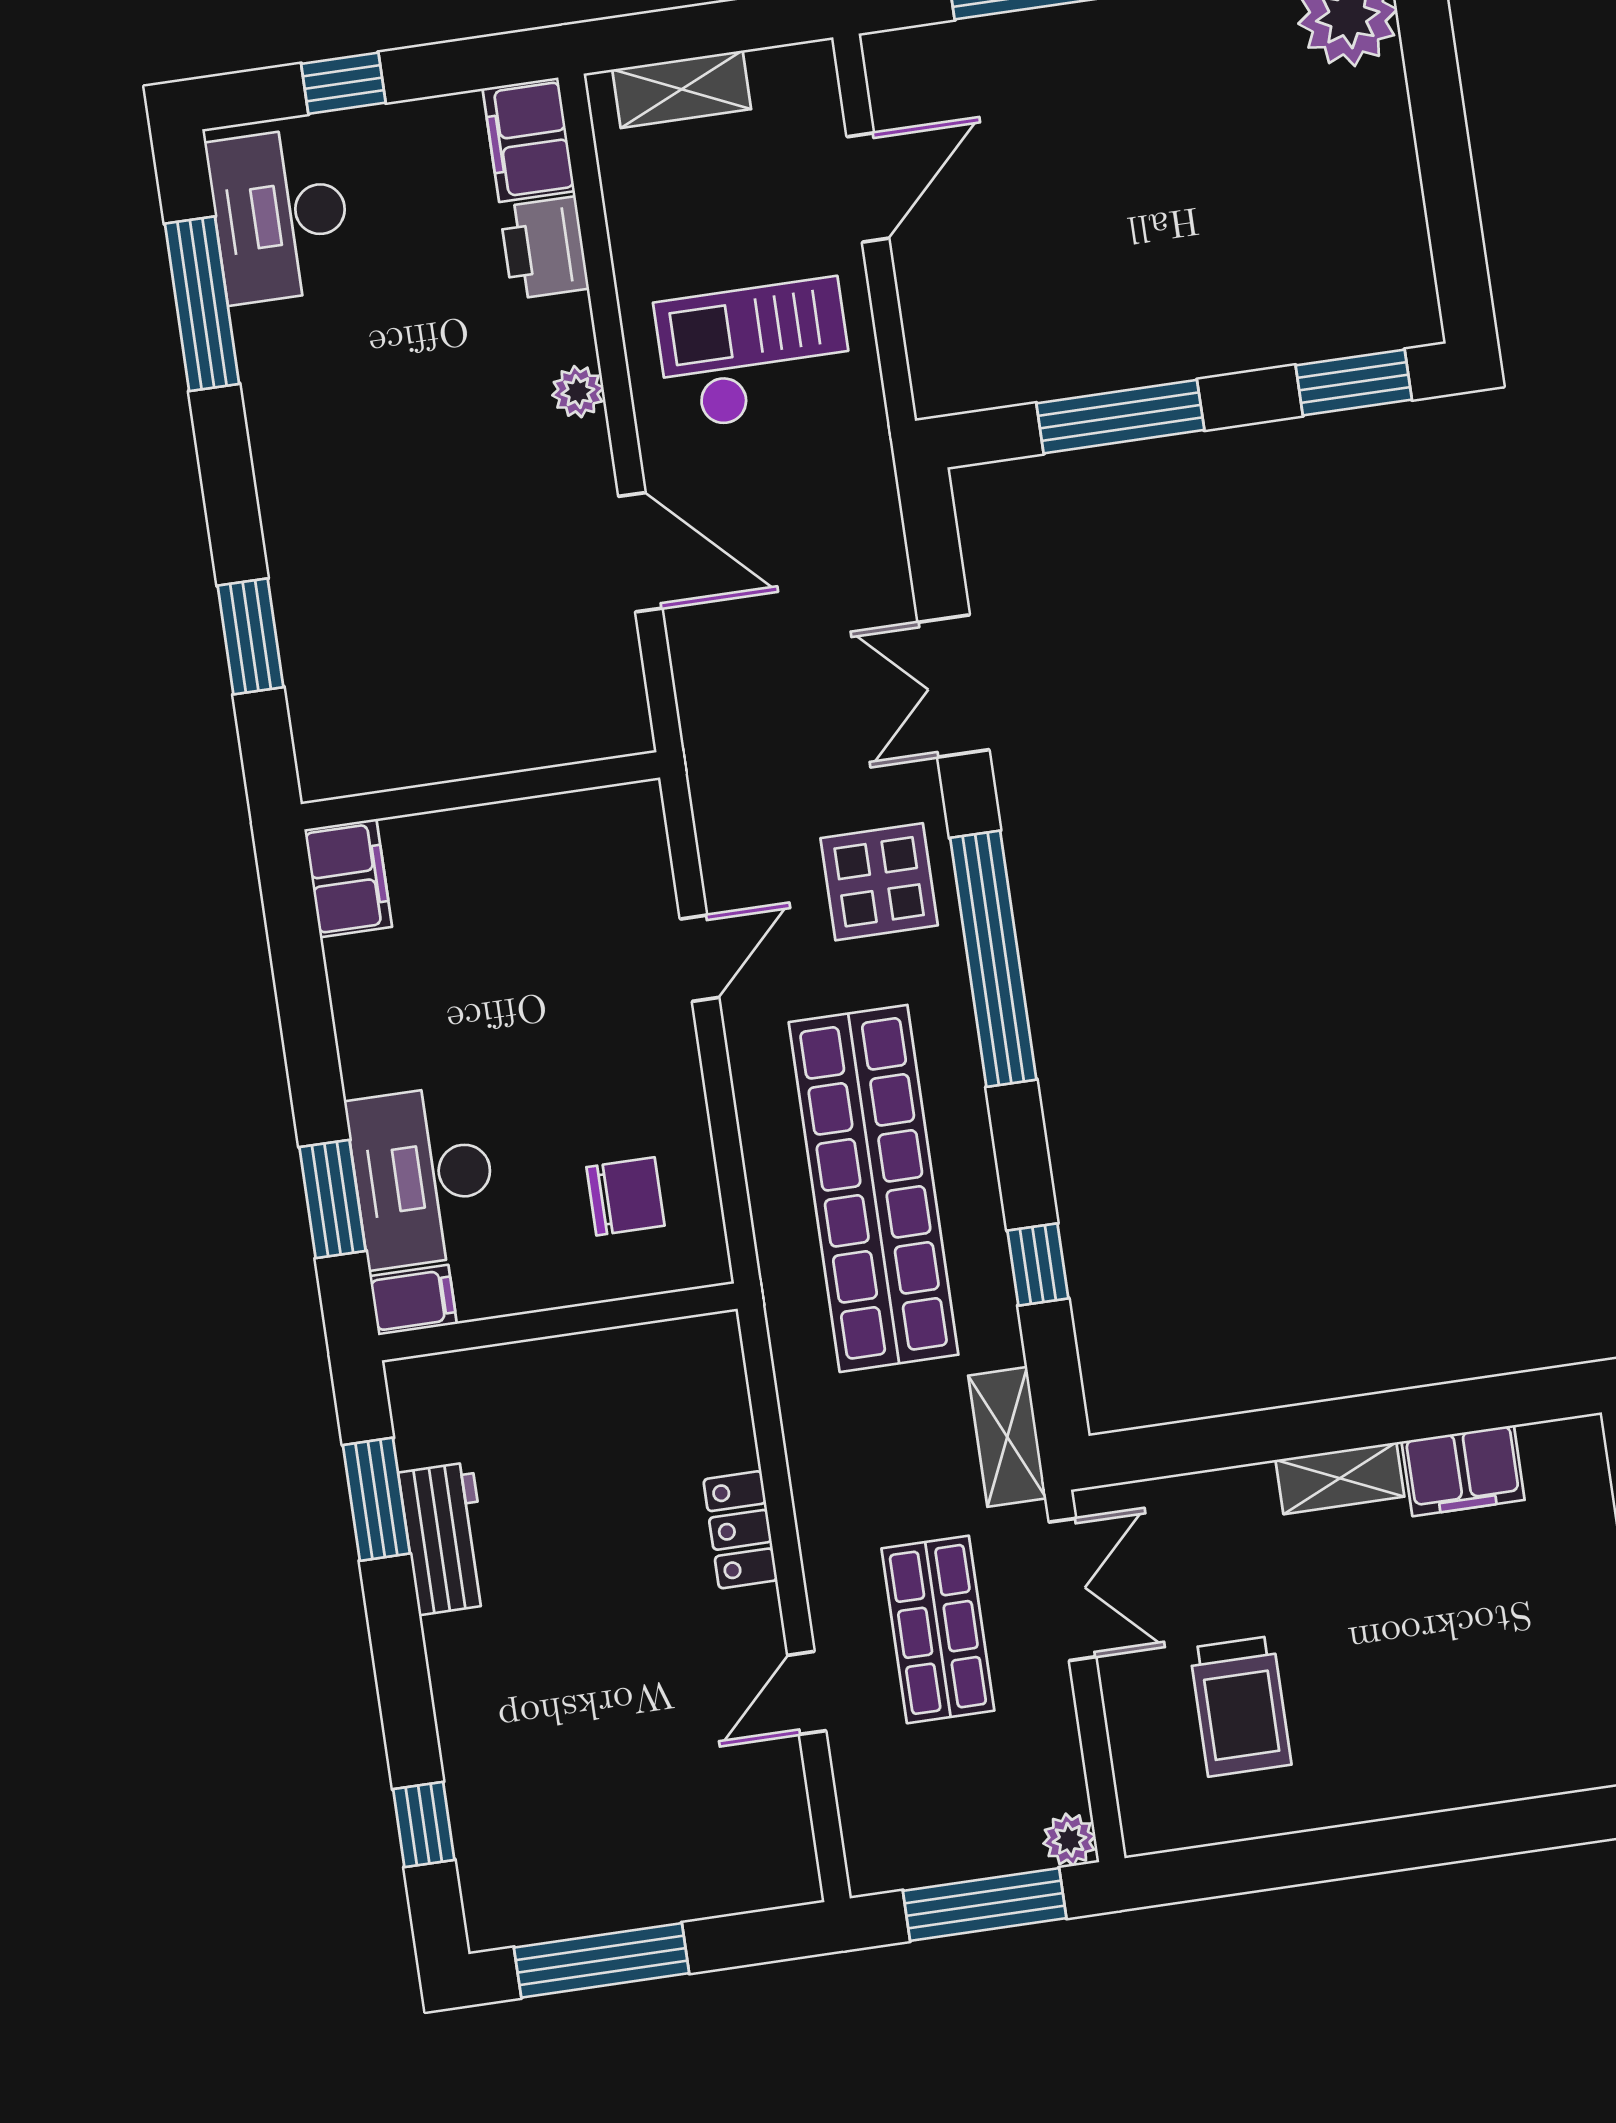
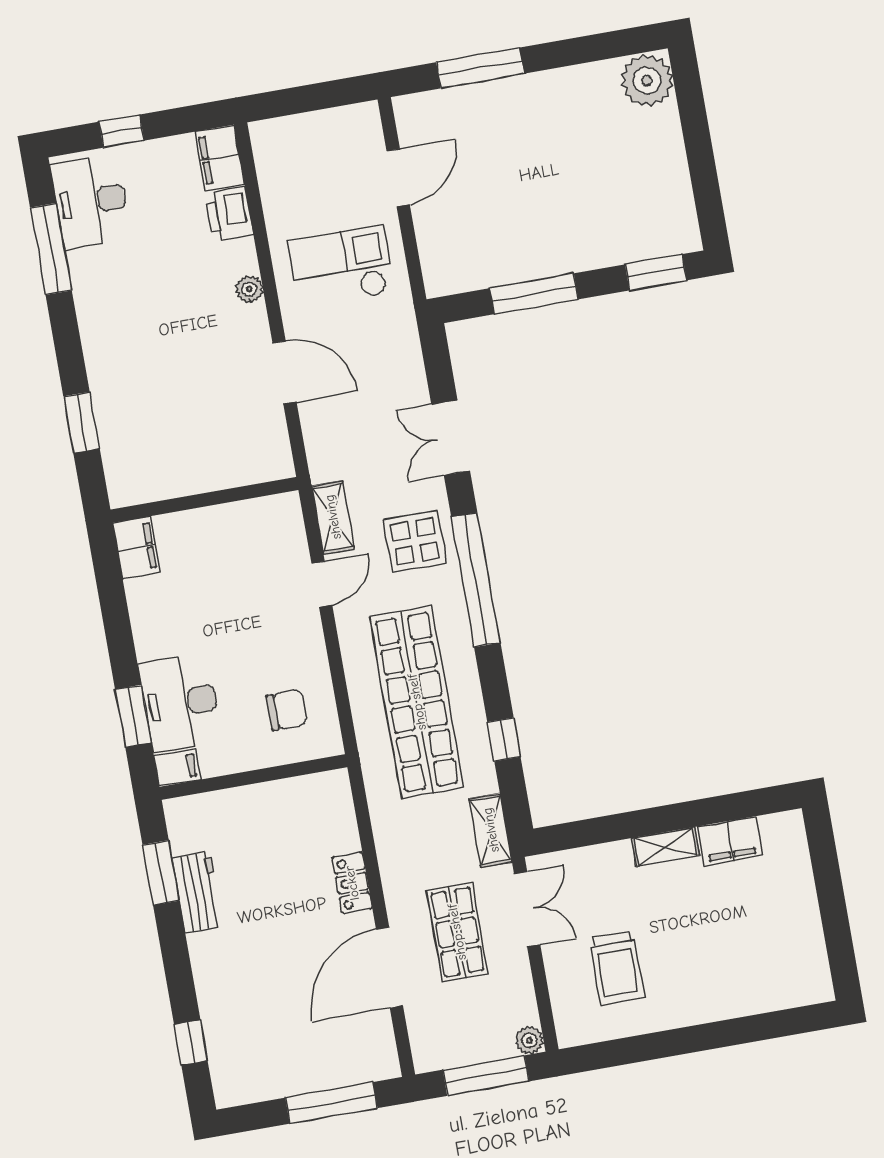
shelving: (682, 89) -> (333, 517), moved, turned 90
door: (807, 1693) -> (389, 968), width x1.87
window: (602, 1960) -> (331, 1103), moved

